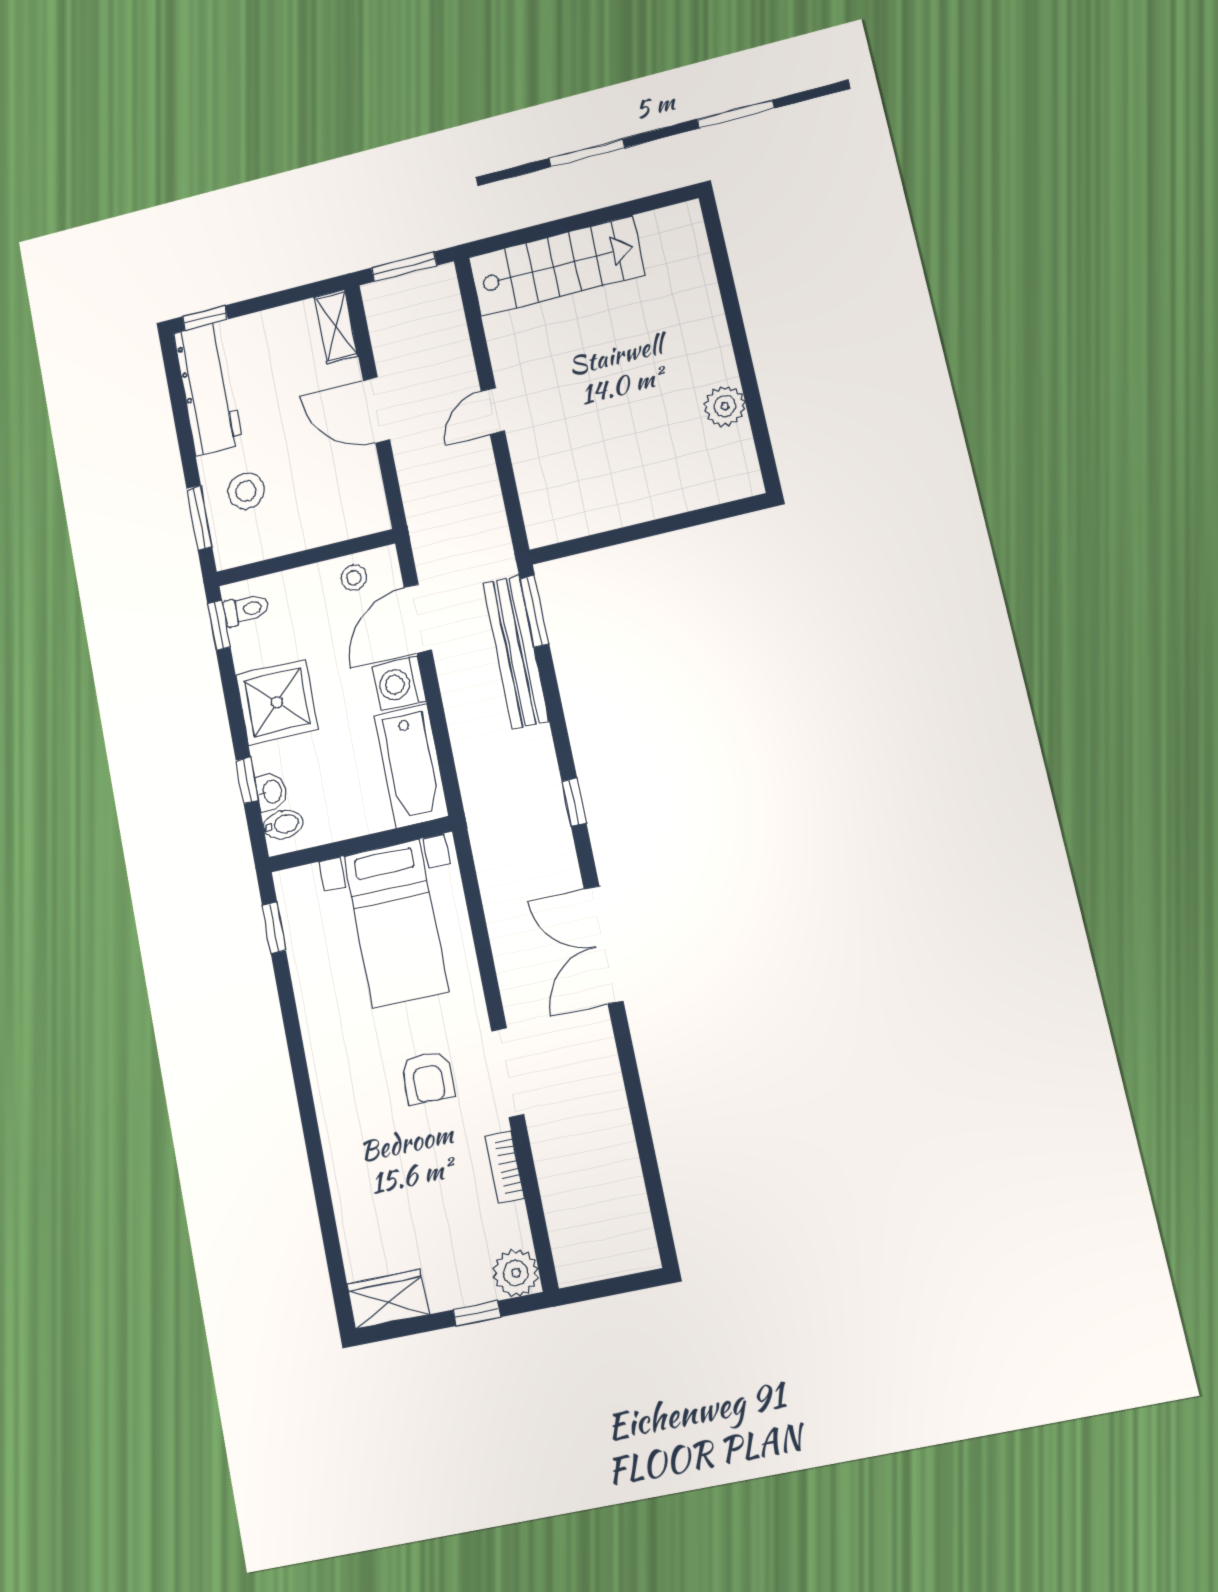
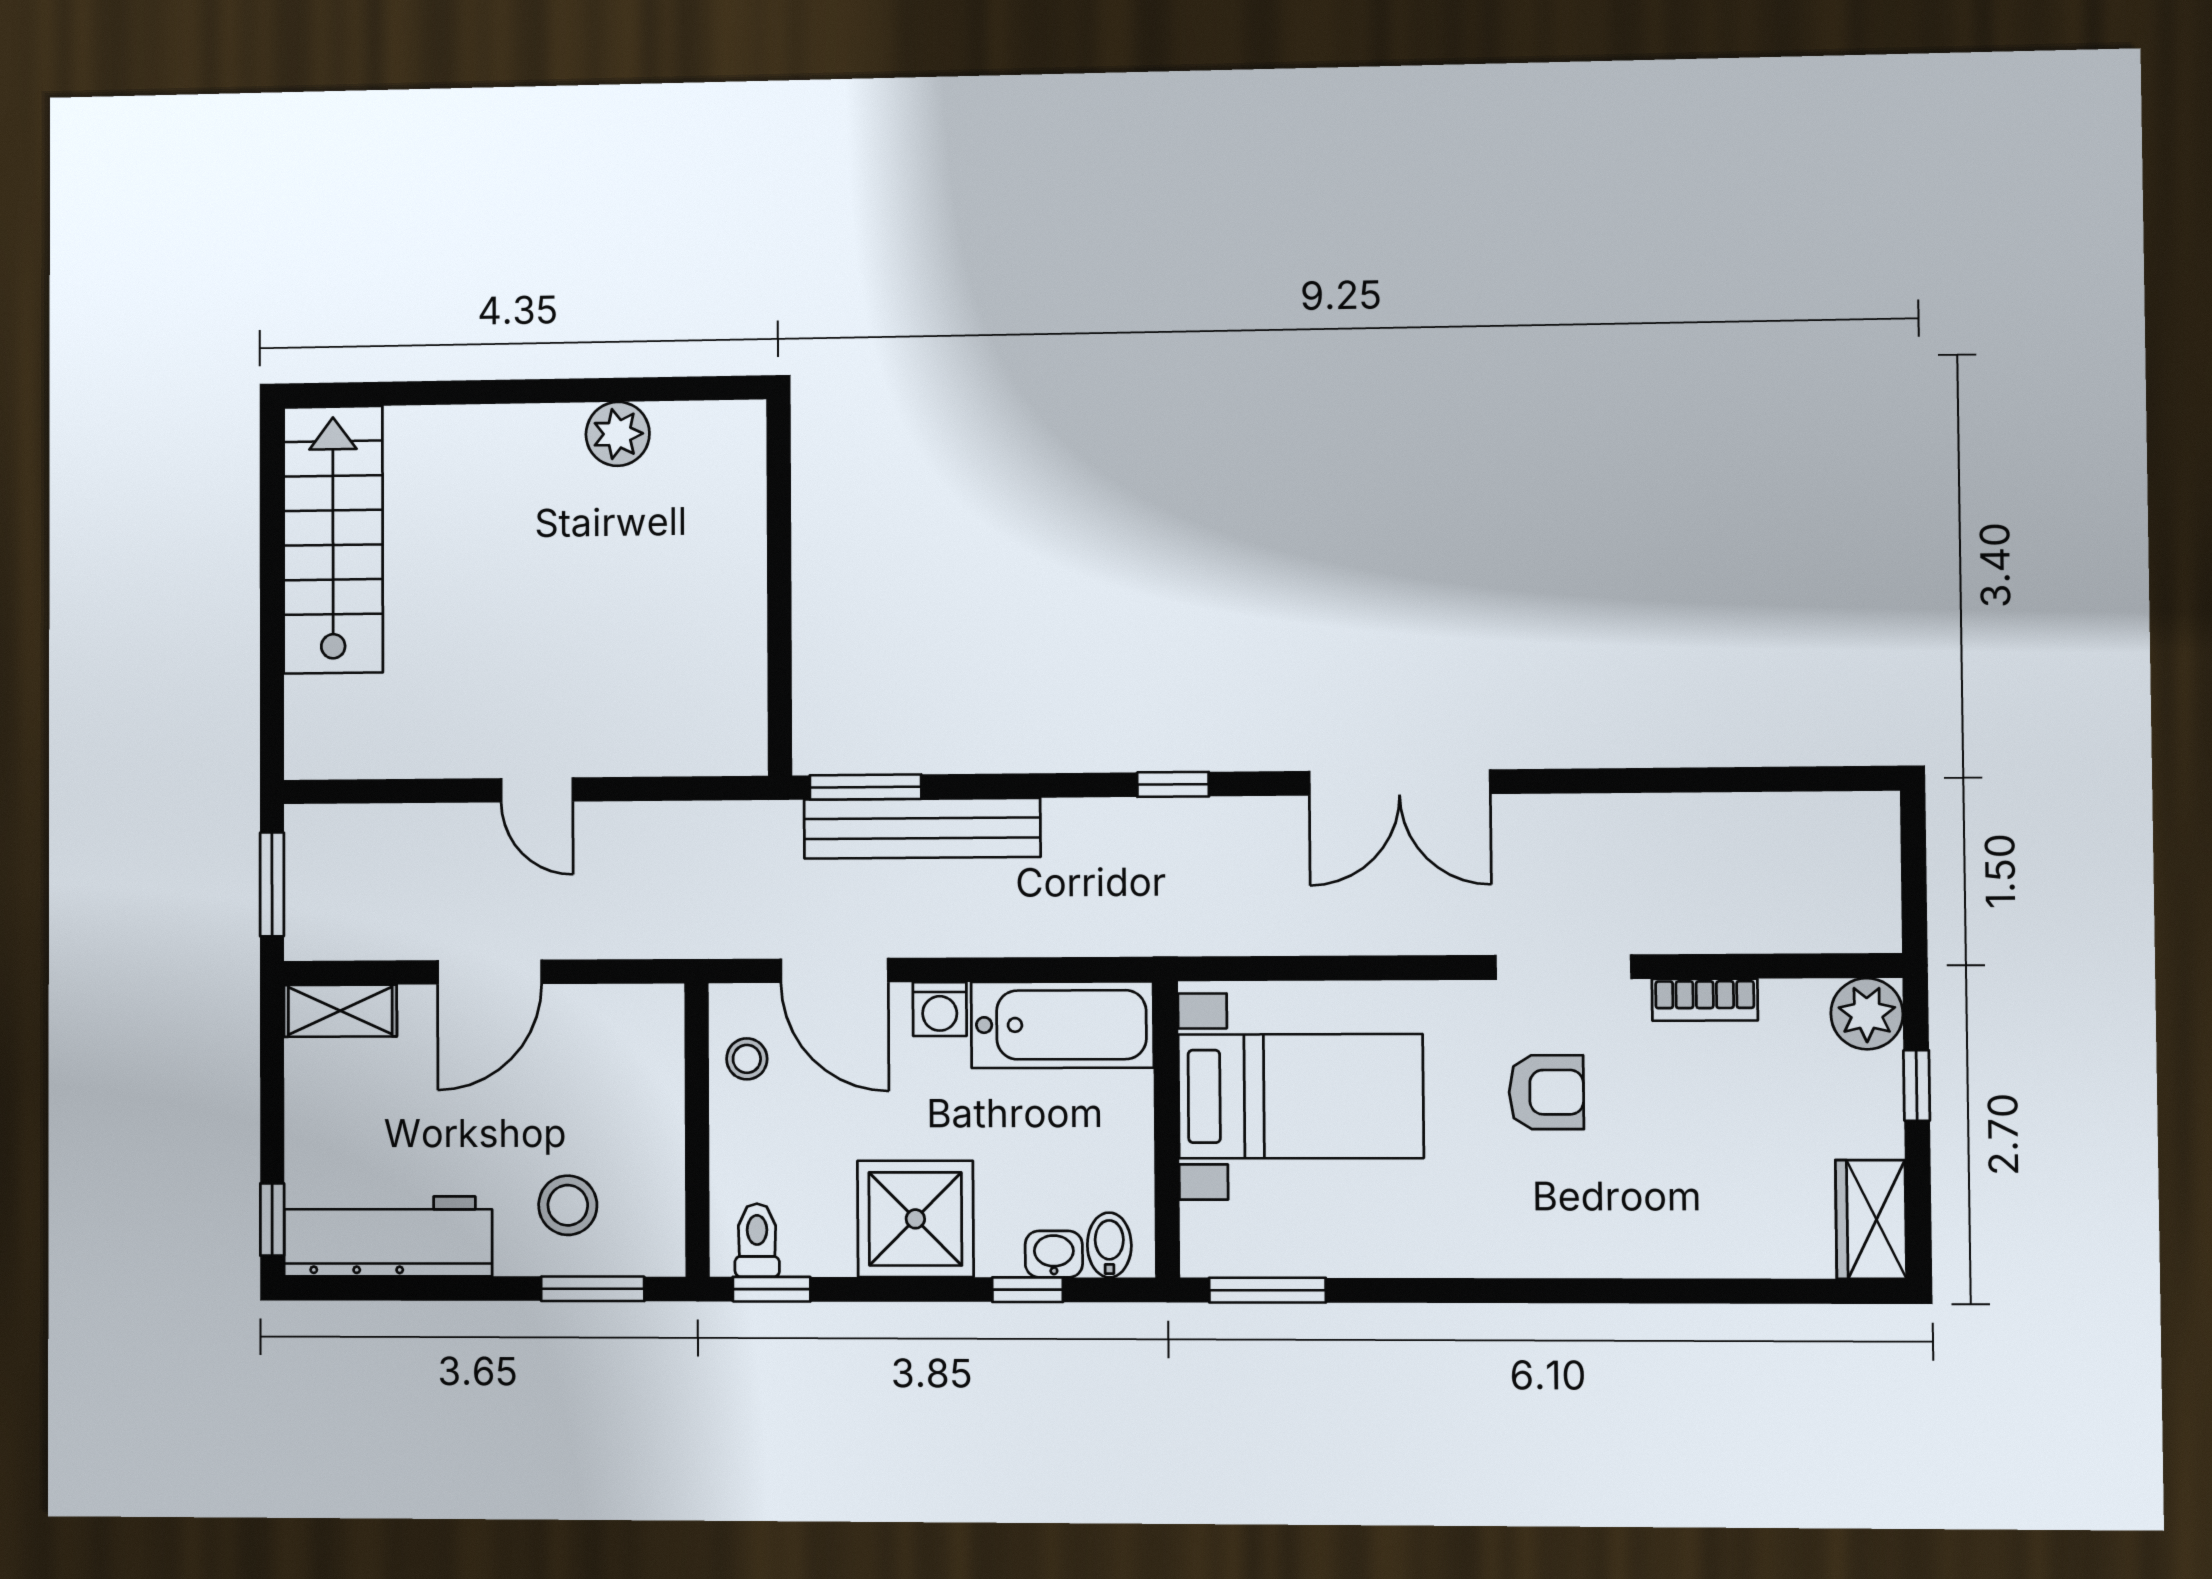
stairs: (557, 266) -> (333, 540), moved
washing machine: (399, 684) -> (940, 1009), width x0.73, depth x0.73
window: (274, 928) -> (1267, 1290), width x1.50

